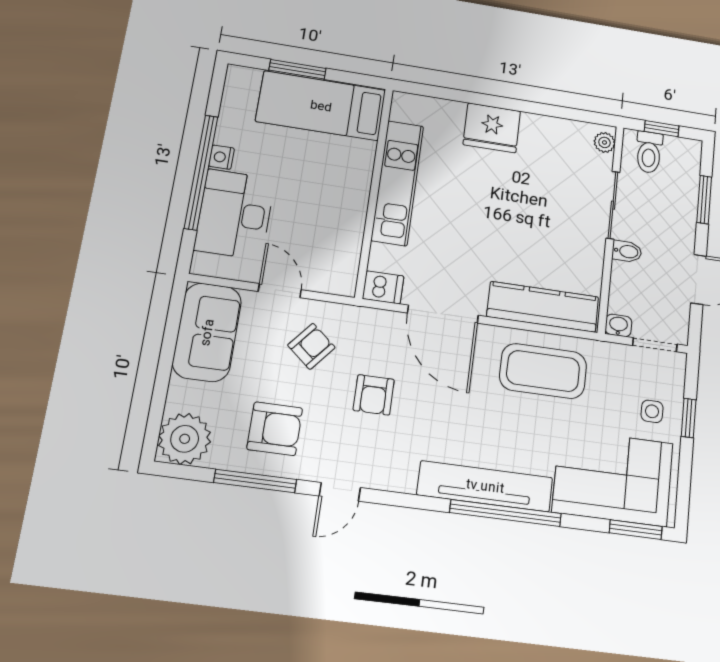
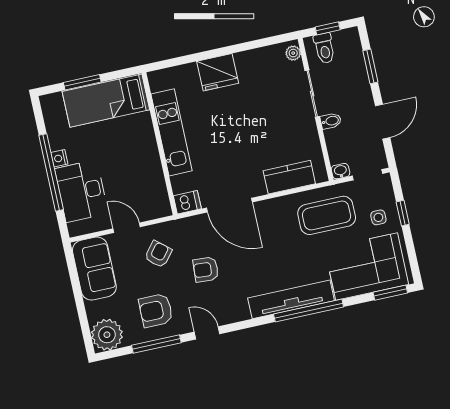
kitchen counter: (543, 307) -> (289, 177), width x0.67
coffee table: (543, 371) -> (327, 215), moved
armchair: (374, 395) -> (206, 270), turned 94
armchair: (275, 429) -> (156, 310), turned 180
door: (340, 492) -> (207, 333), swing flipped

